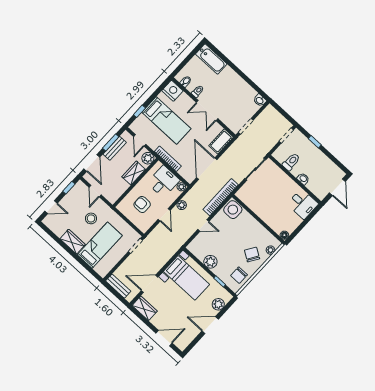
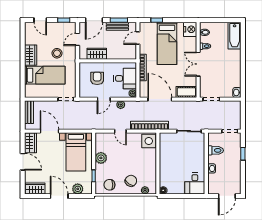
plant: (148, 158) -> (131, 54), removed
door: (207, 169) -> (160, 99), hinge flipped
wardrobe: (134, 173) -> (97, 54), moved
door: (164, 338) -> (23, 162), moved
wardrobe: (186, 339) -> (35, 188), added

